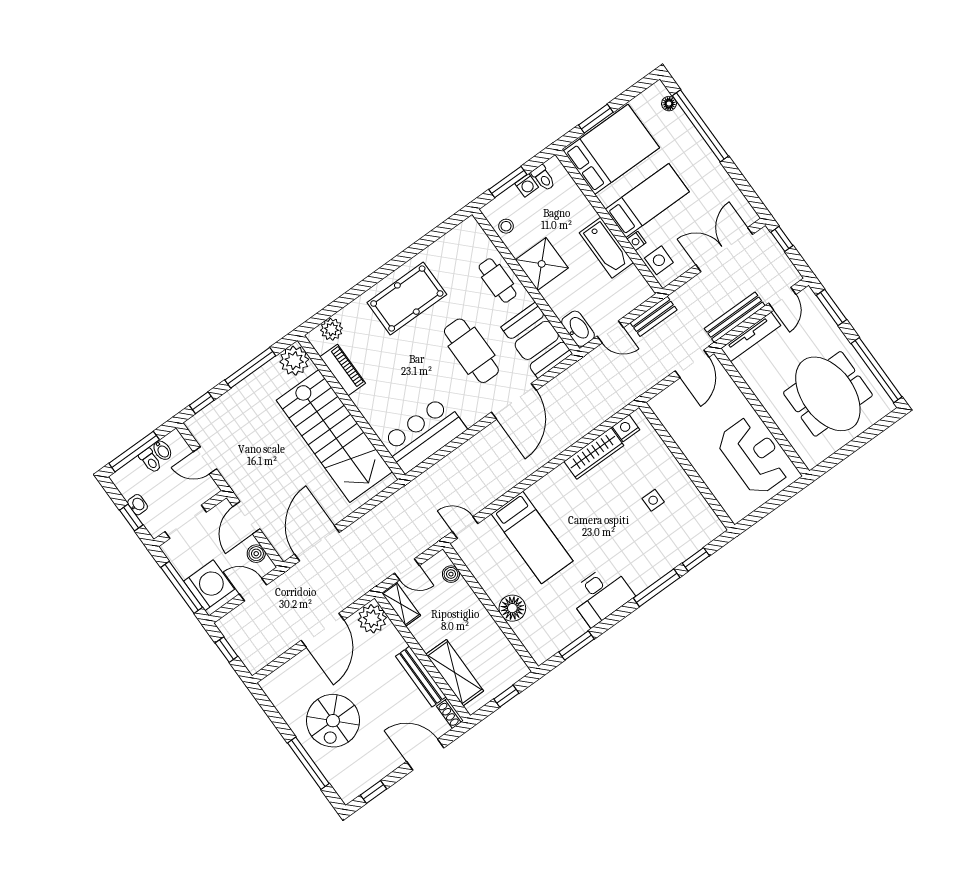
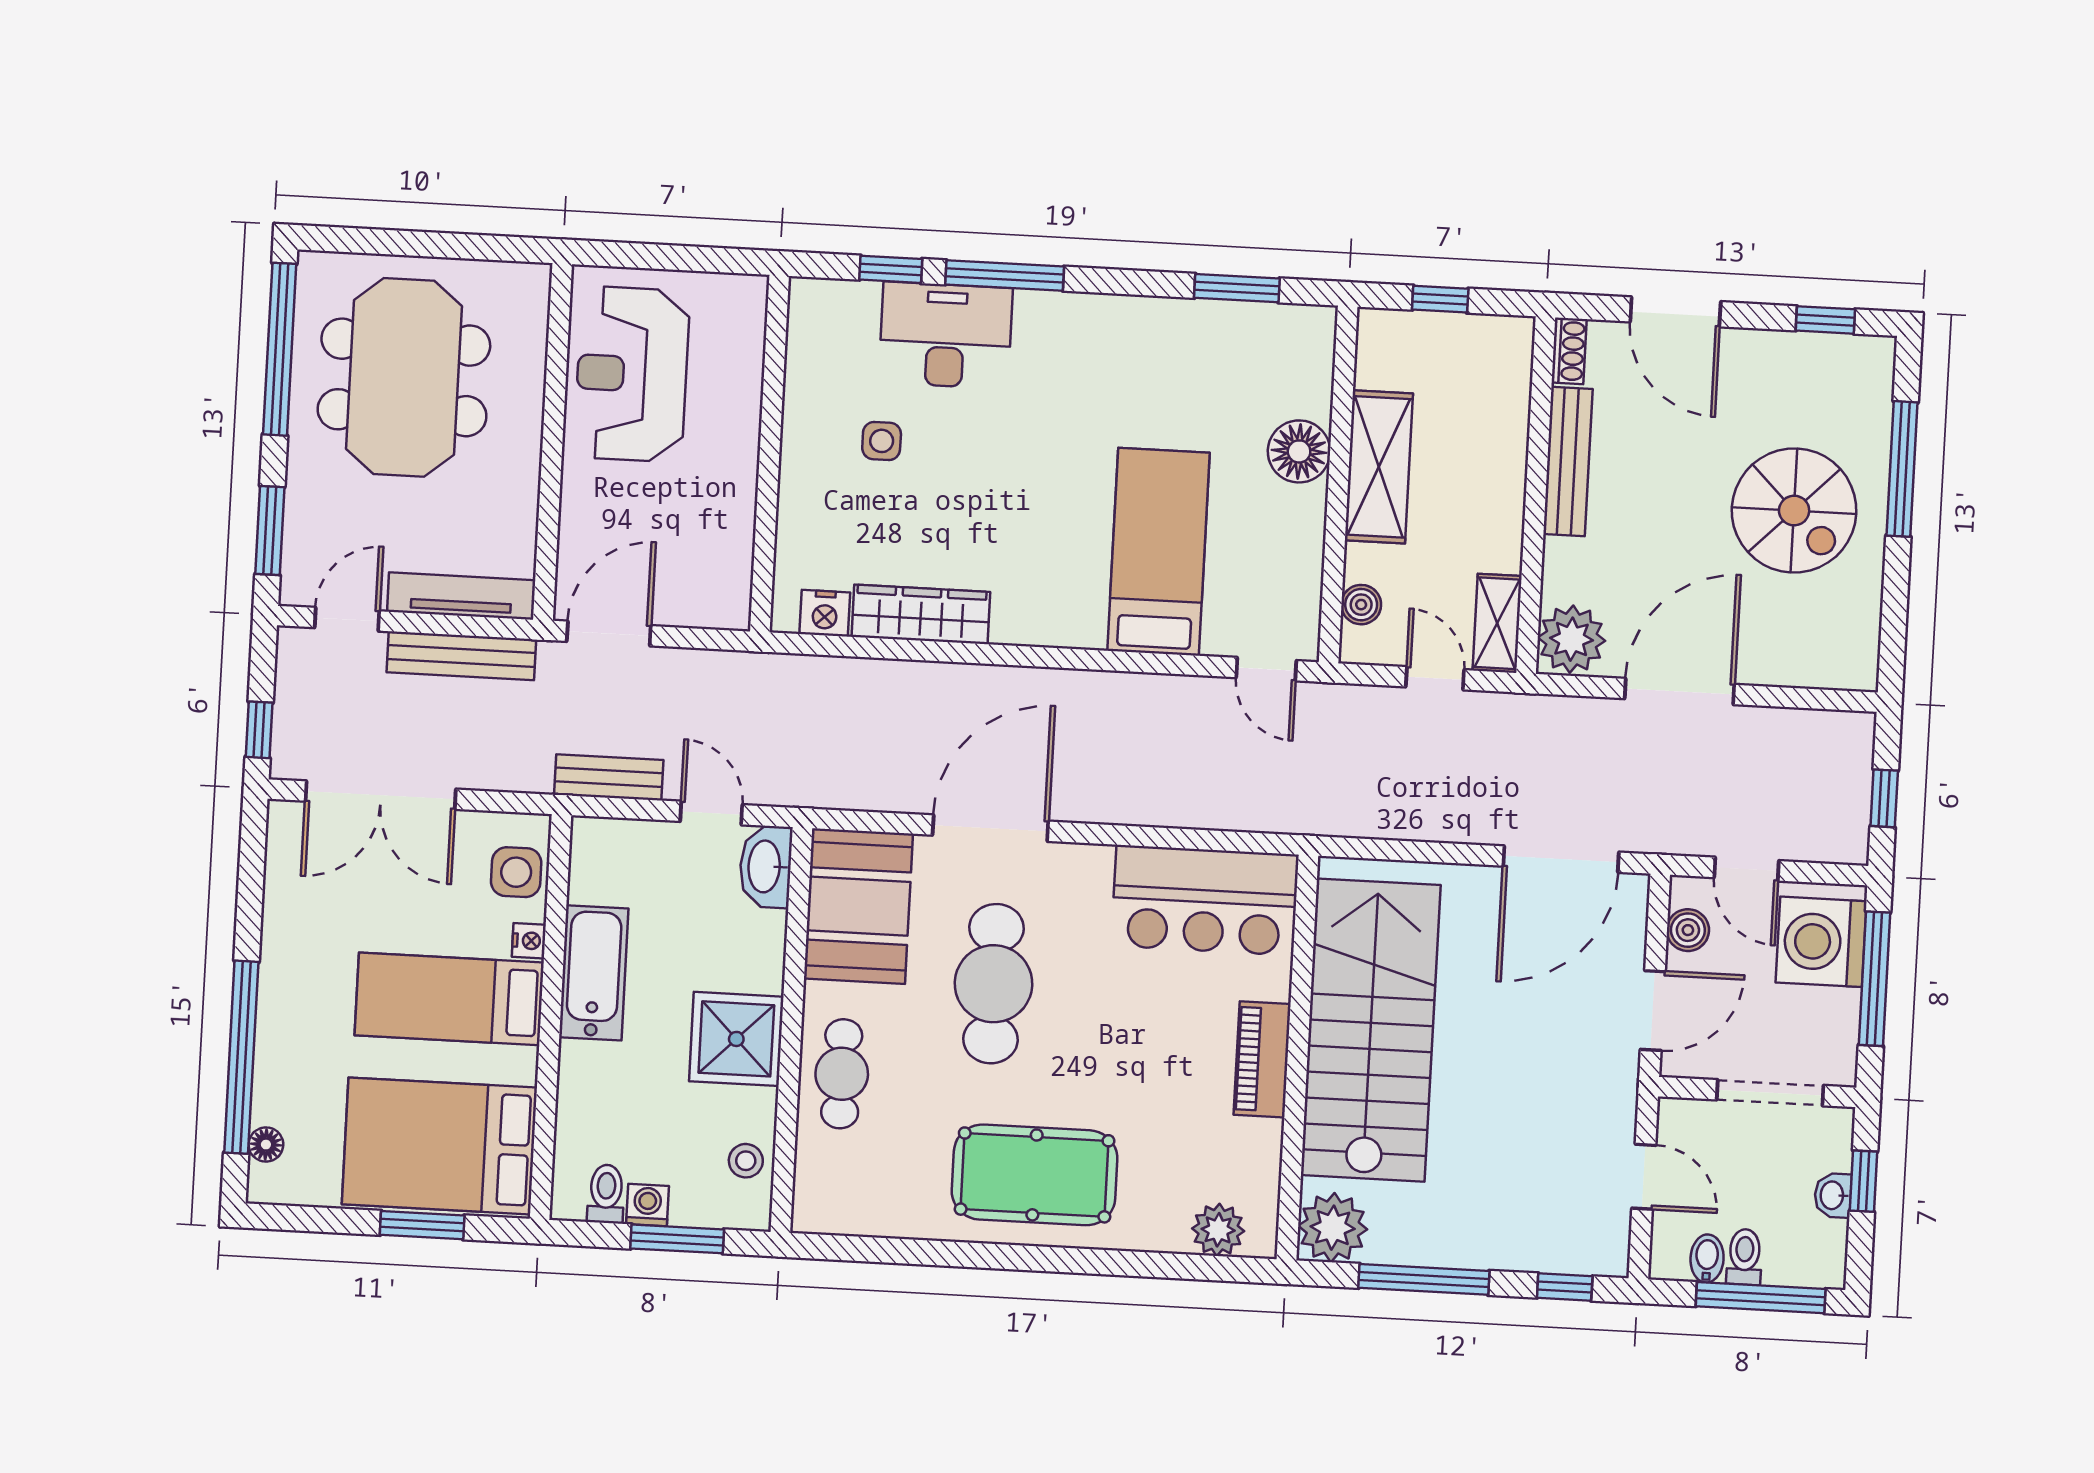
piano: (343, 370) -> (1262, 1059), moved
desk: (601, 595) -> (946, 335), moved
shelving: (455, 673) -> (1379, 467), moved
spiral stairs: (333, 721) -> (1794, 511), turned 90

